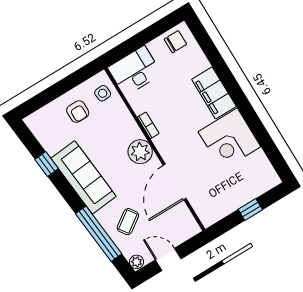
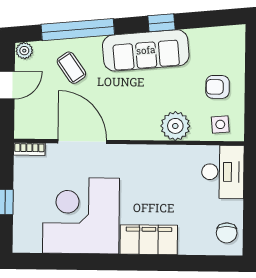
bookcase: (148, 125) -> (29, 149), moved
corner desk: (229, 139) -> (81, 216), width x1.36, depth x1.36
plant: (140, 152) -> (175, 126), moved
window: (47, 164) -> (161, 23), moved

